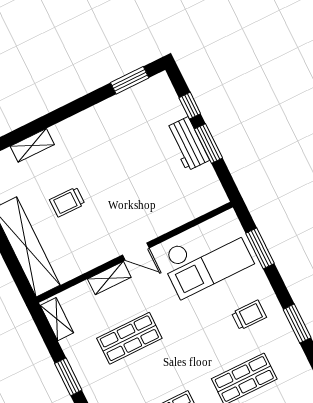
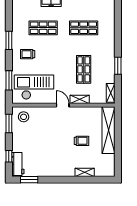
workbench: (188, 144) -> (18, 164), moved
window: (208, 144) -> (9, 123), moved
stool: (199, 193) -> (24, 117), added
shop shelf: (129, 338) -> (84, 69), turned 90

